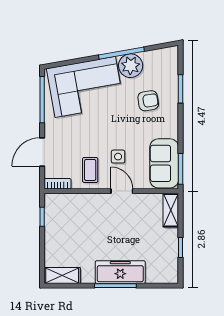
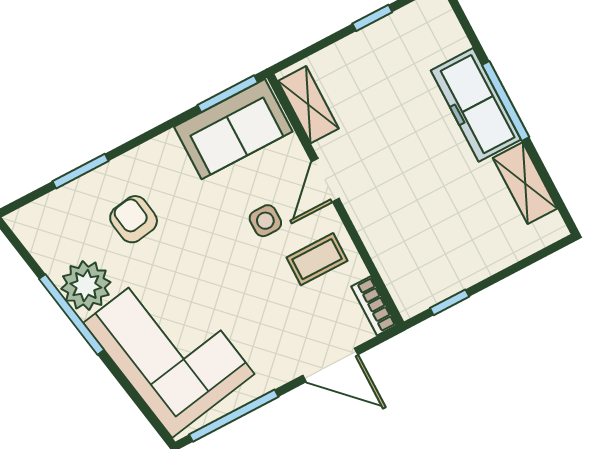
shelving: (171, 210) -> (308, 105), moved, turned 90
shelving: (62, 276) -> (525, 183), moved

